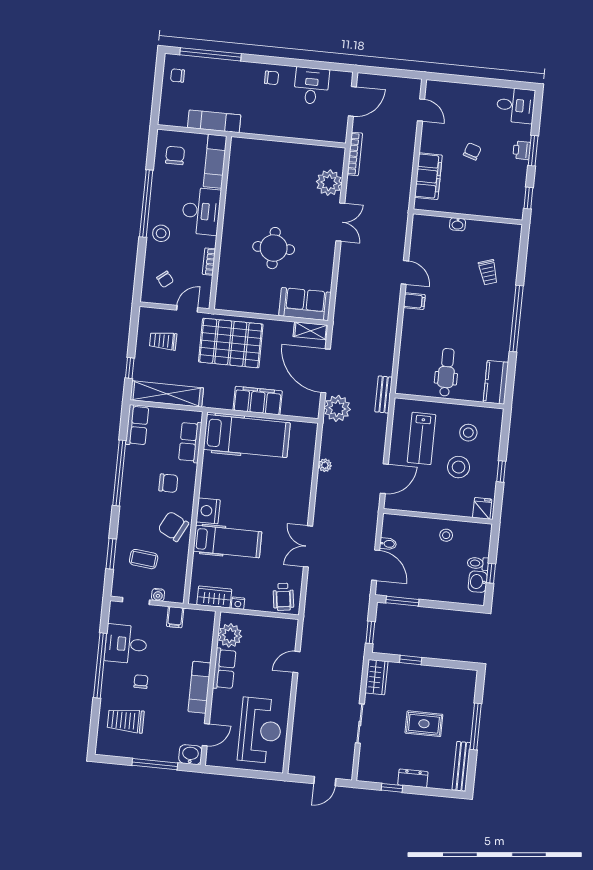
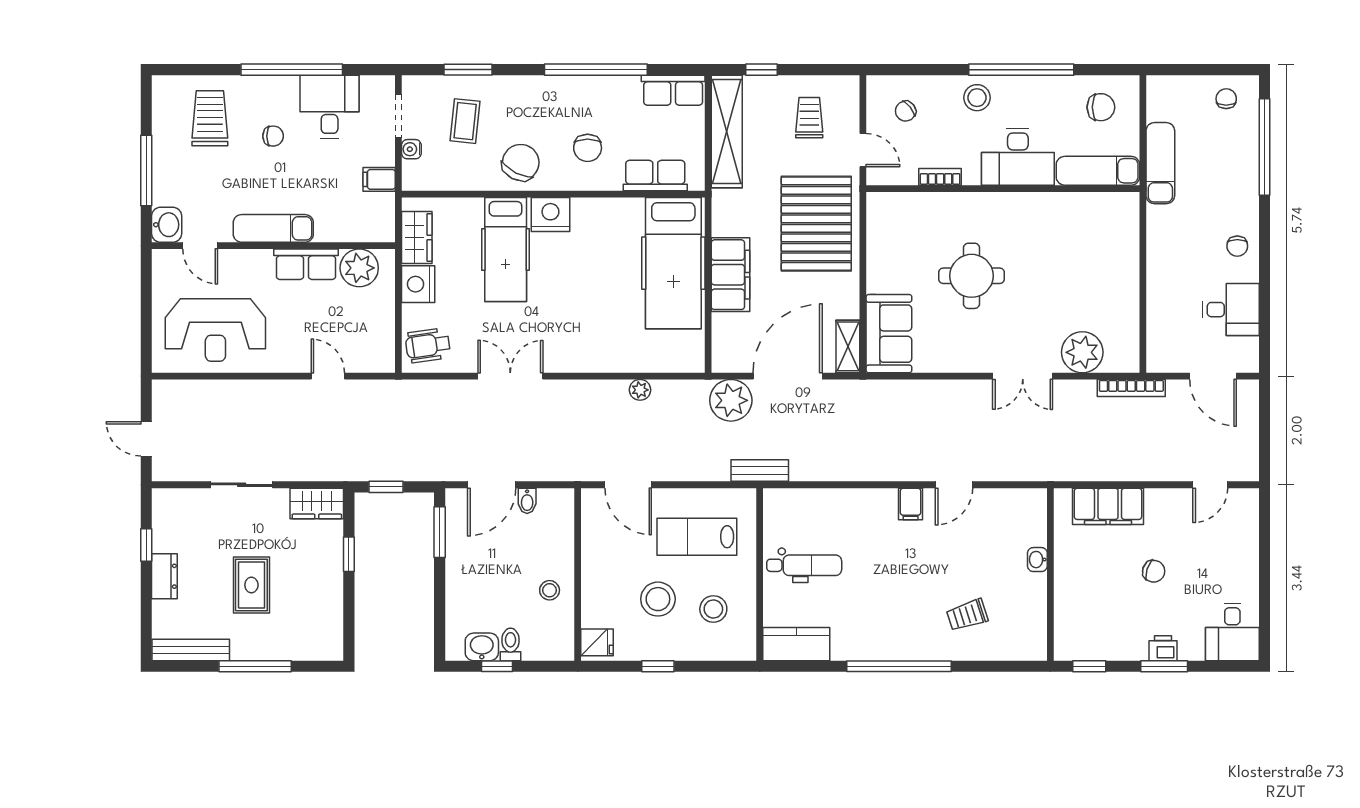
nightstand: (238, 603) -> (418, 284), width x1.89, depth x1.79

